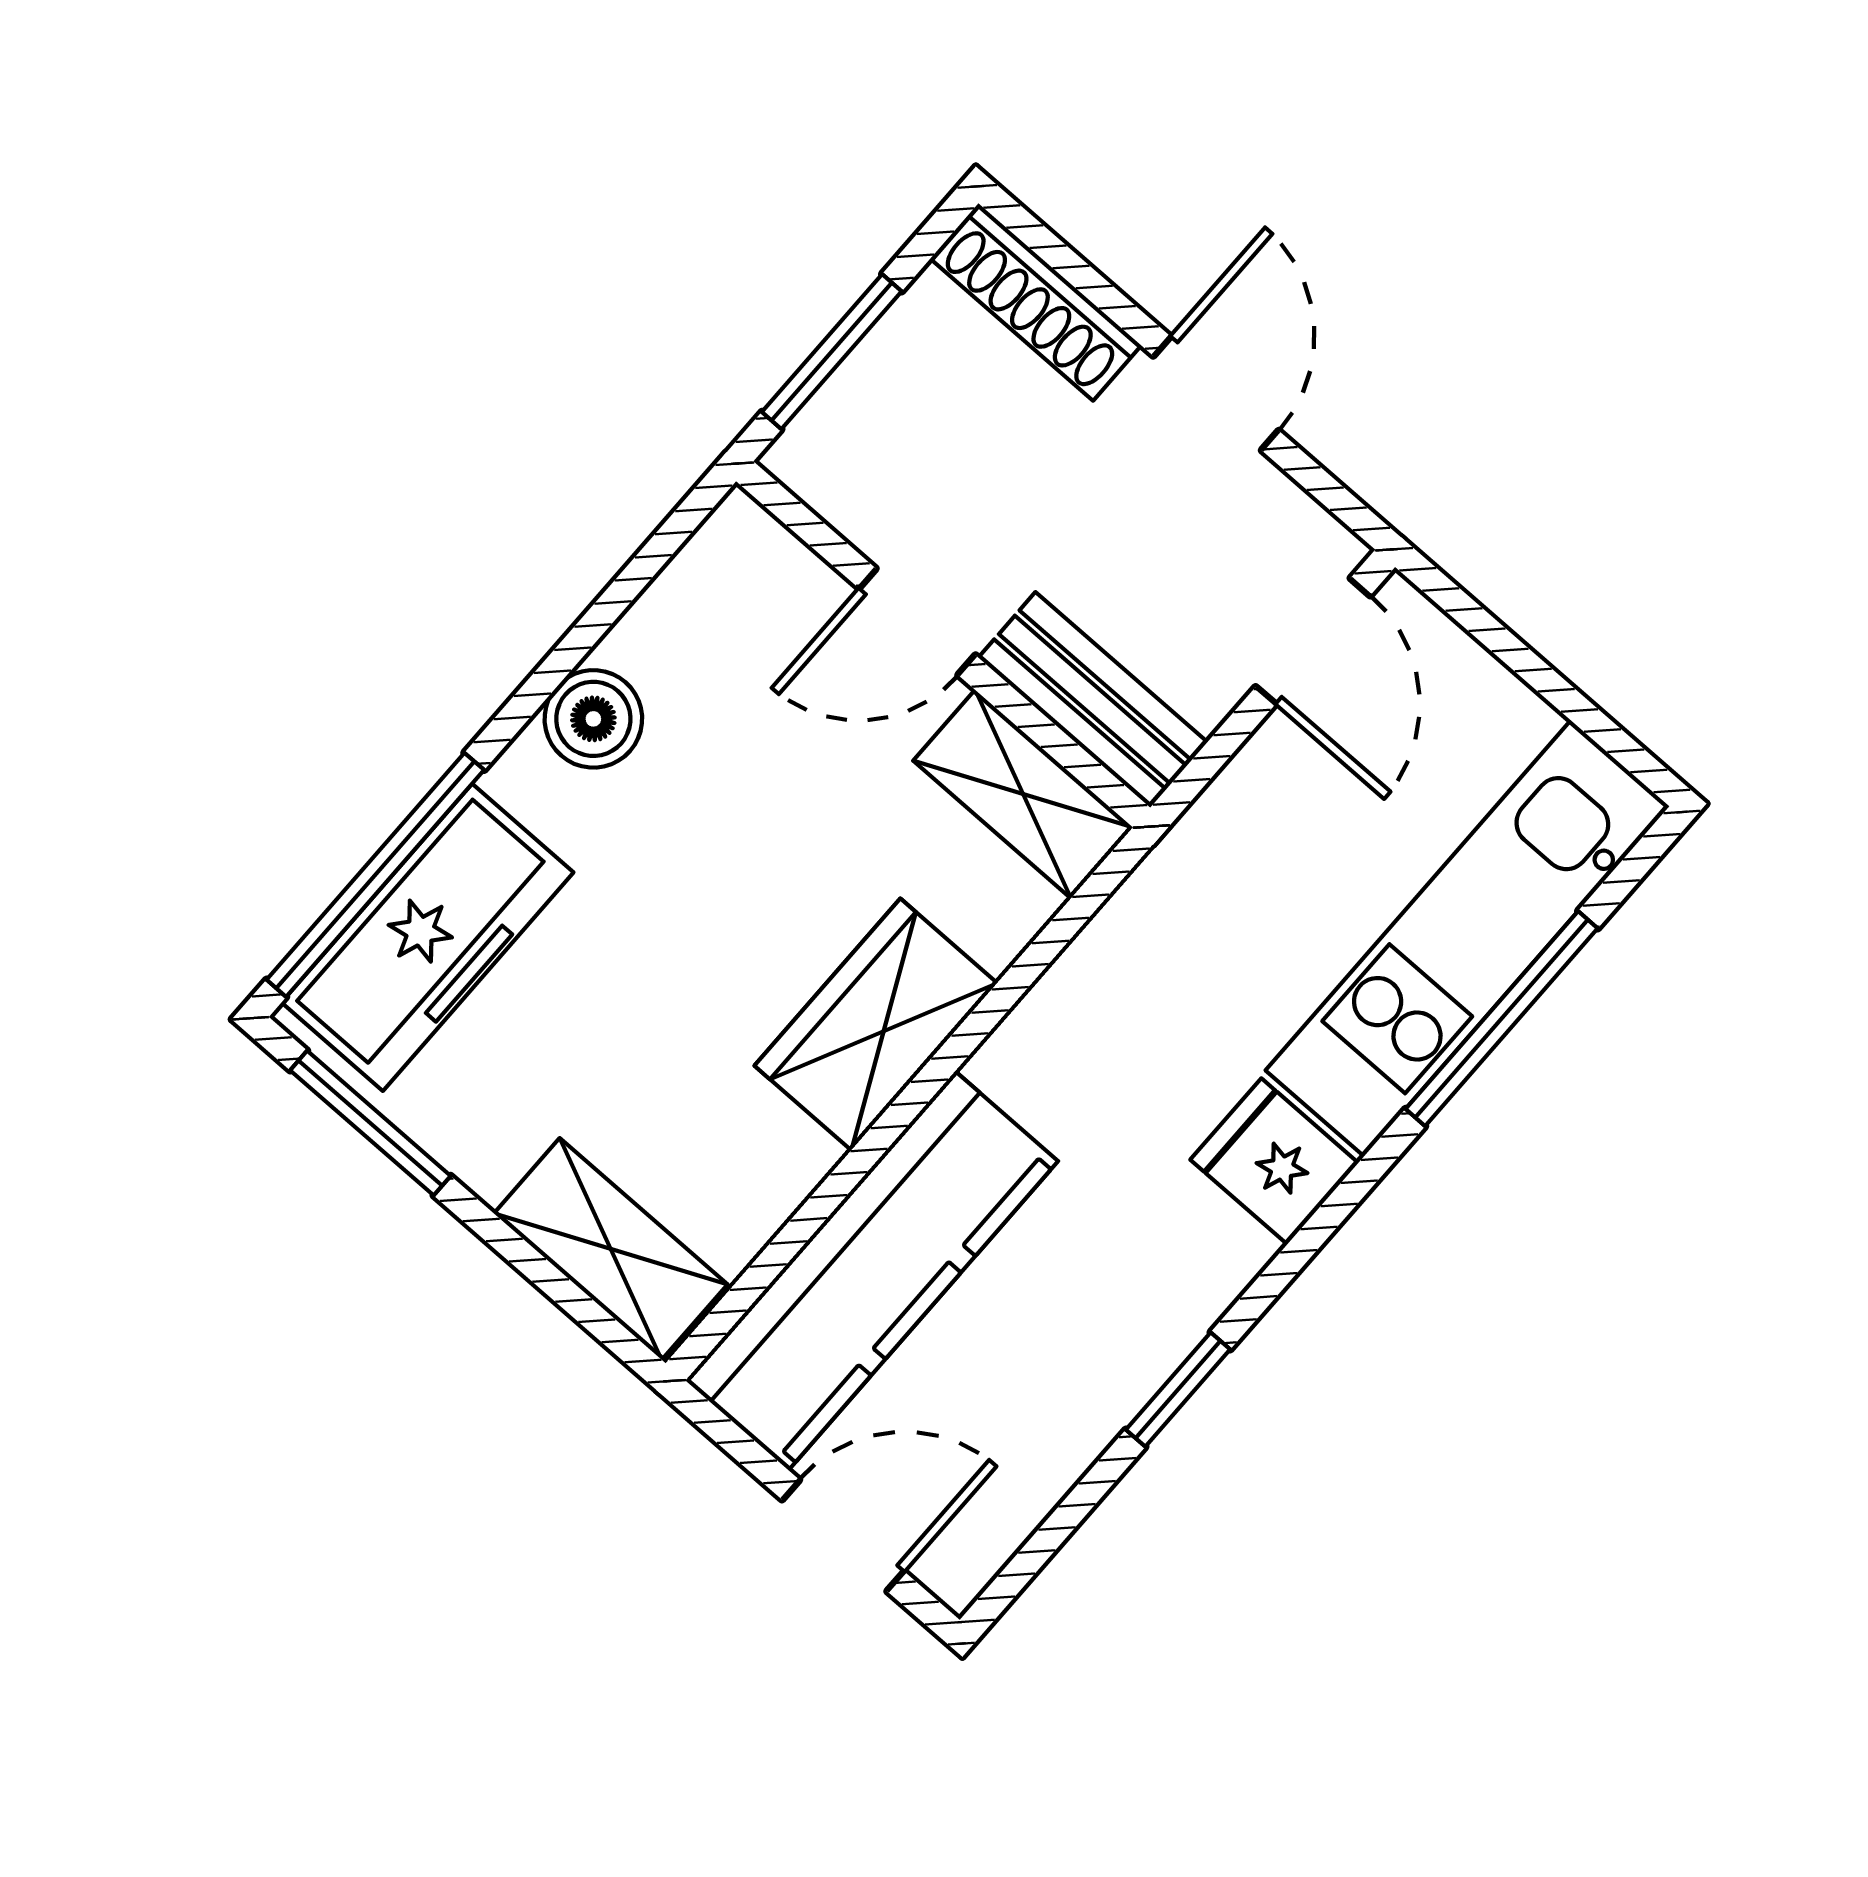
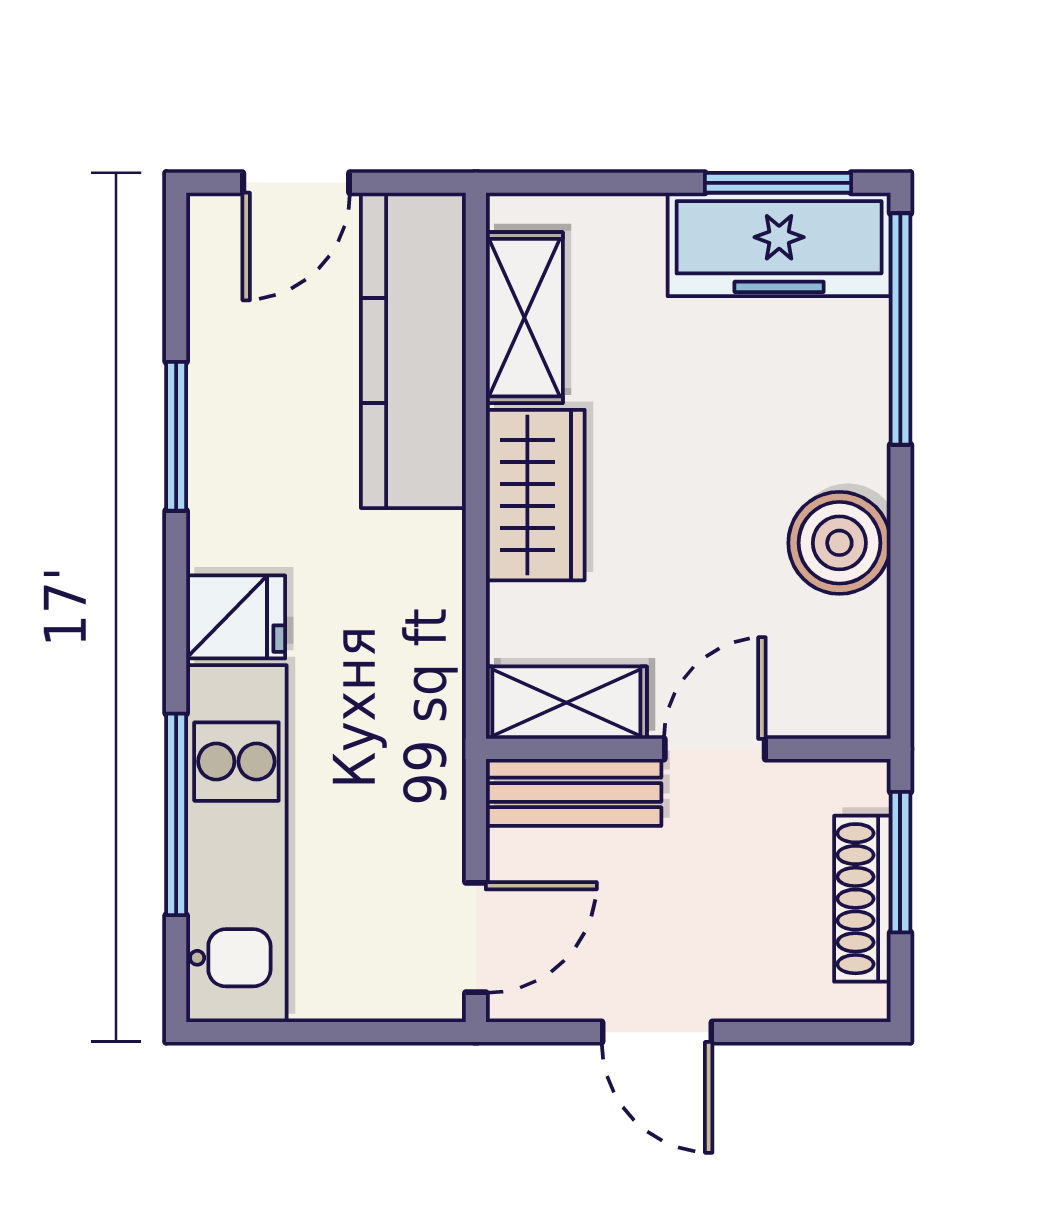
shoe rack: (1036, 302) -> (862, 899), moved, turned -90
door: (1313, 641) -> (476, 937), swing flipped
boiler: (593, 719) -> (839, 543), width x1.36, depth x1.36
freezer: (427, 937) -> (779, 244), moved, turned -90
shelving: (611, 1249) -> (524, 318), moved, turned 90
window: (1178, 1390) -> (176, 436), width x1.50

